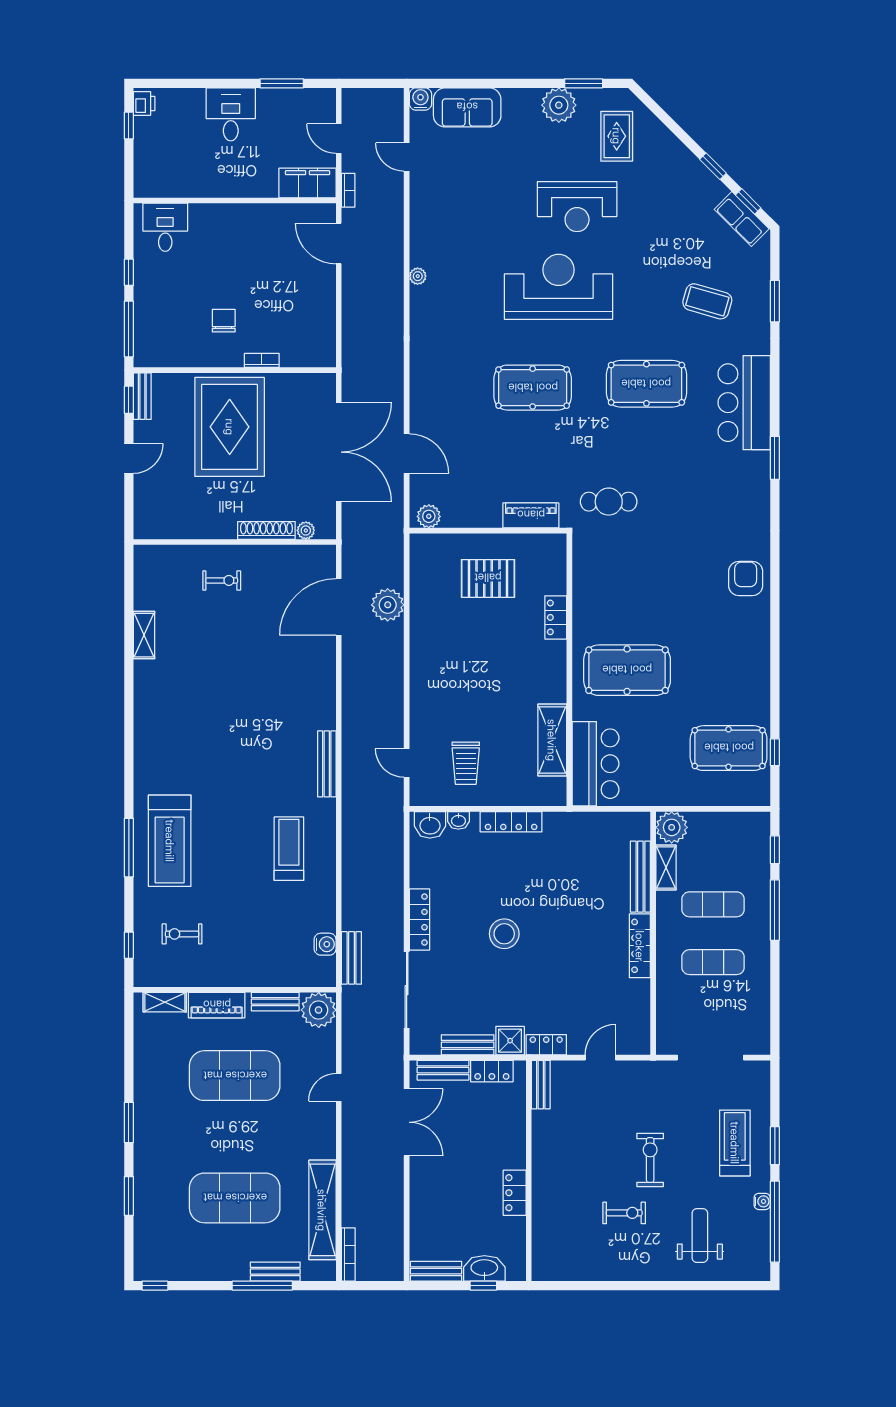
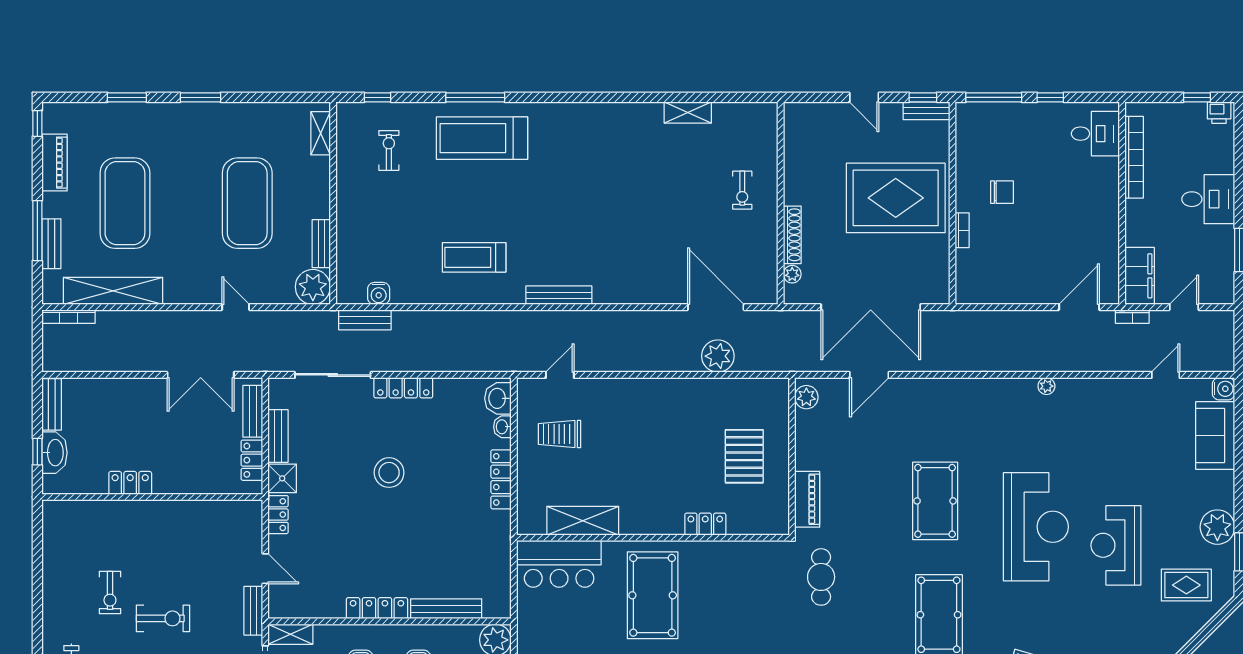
bookcase: (189, 189) -> (1134, 157), added
treadmill: (289, 849) -> (474, 257), turned 180
shelving: (666, 867) -> (290, 634), moved
piano: (217, 1005) -> (55, 163), moved, turned 180
bench: (541, 1085) -> (253, 611), moved, turned 90

